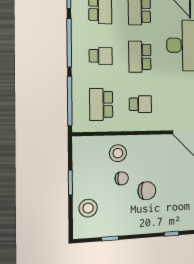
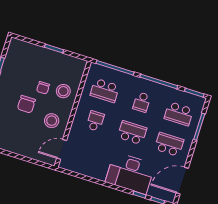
school desk: (101, 104) -> (105, 90), turned 180
school desk: (140, 104) -> (95, 121), turned 180
stool: (88, 208) -> (52, 121), moved

